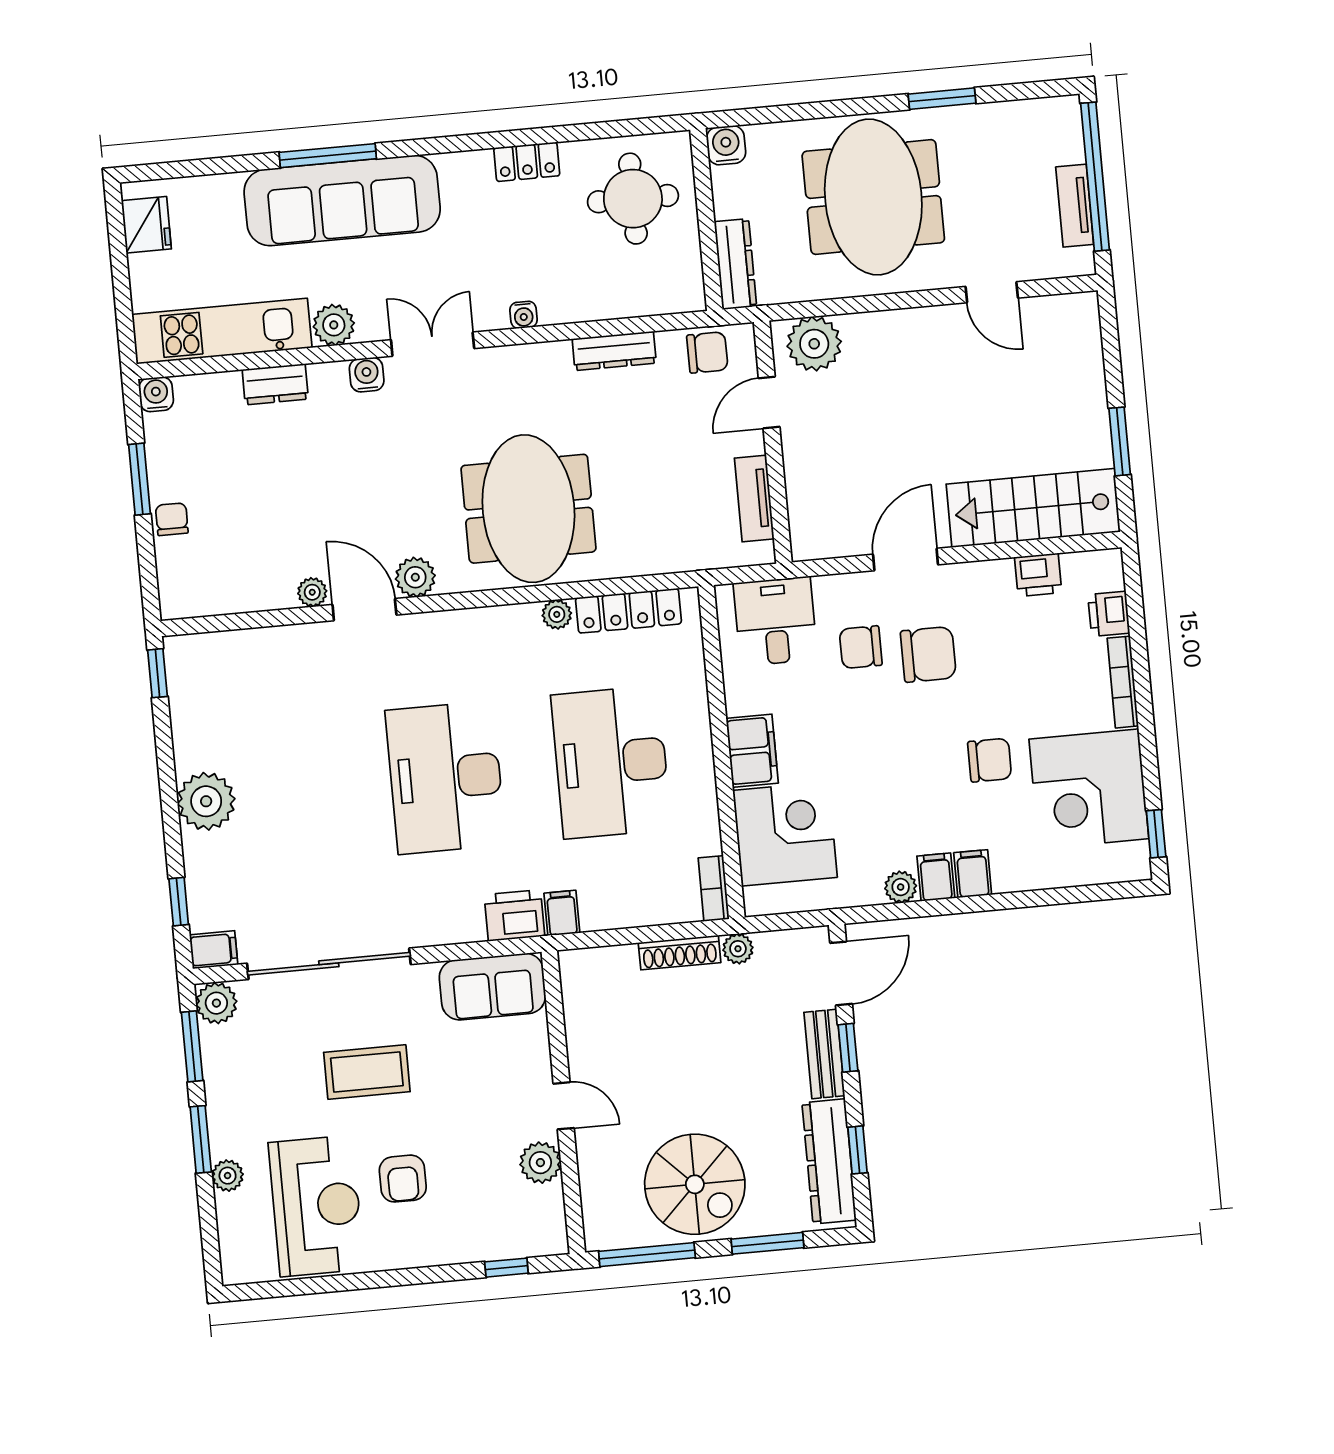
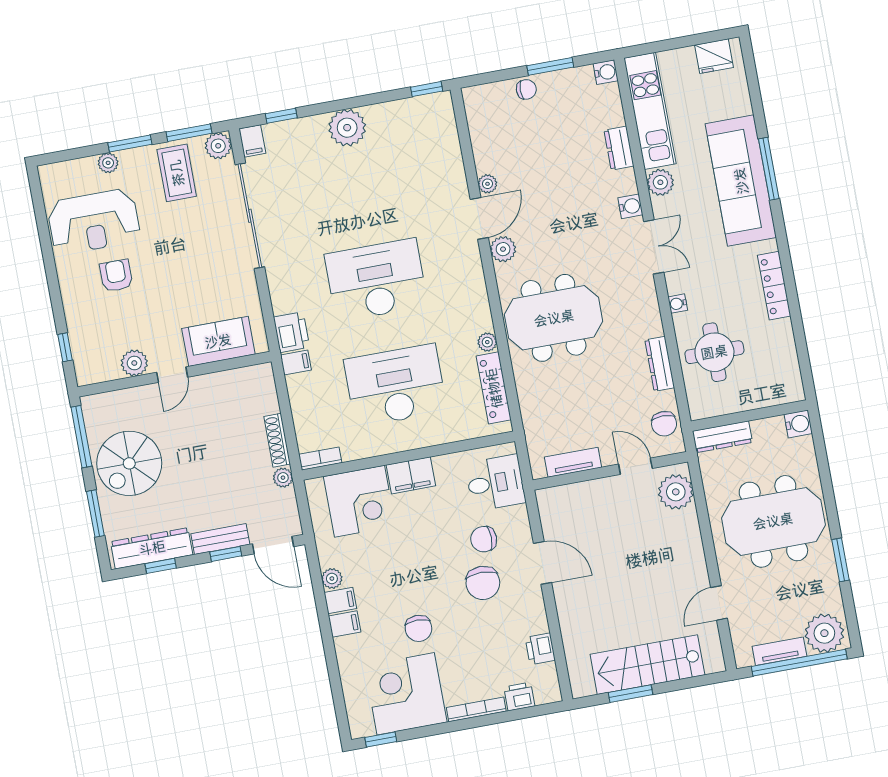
plant: (1053, 134) -> (824, 633), added
locker: (527, 162) -> (774, 286), width x1.53
round table: (633, 199) -> (714, 352), moved
stairs: (1033, 508) -> (647, 665), moved, turned -90
chair: (861, 647) -> (484, 539), turned -90
sofa: (492, 987) -> (218, 341), moved, turned 90
coffee table: (367, 1072) -> (177, 173), moved
armchair: (403, 1179) -> (116, 276), turned 90

